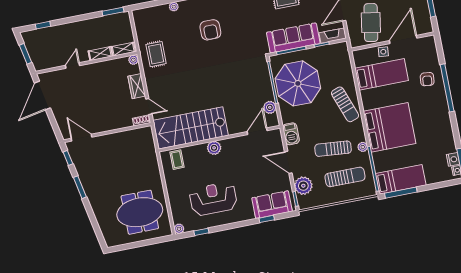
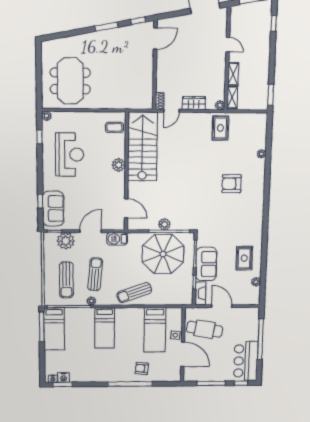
sofa: (293, 38) -> (206, 264), width x0.73
rug: (156, 54) -> (220, 128), turned 90
plant: (270, 107) -> (164, 224), moved
bed: (390, 127) -> (105, 328), width x0.49

